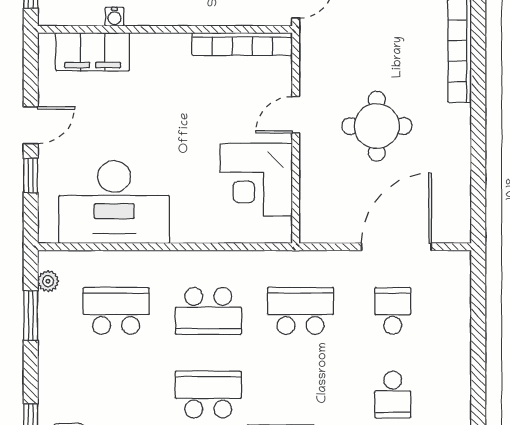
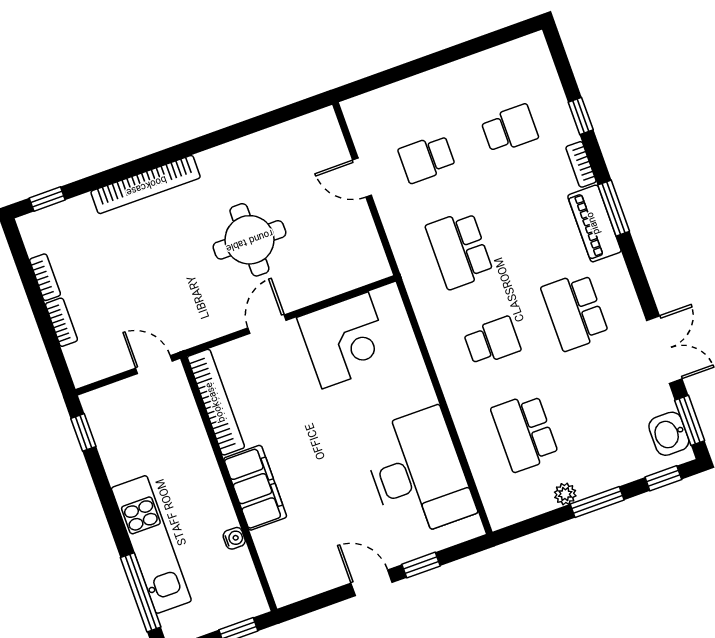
filing cabinet: (93, 52) -> (255, 488), moved
door: (296, 115) -> (267, 324), swing flipped
door: (396, 247) -> (362, 178), width x0.53
plant: (48, 281) -> (565, 494), moved
school desk: (208, 311) -> (492, 341), width x0.54
window: (31, 316) -> (597, 502), moved

